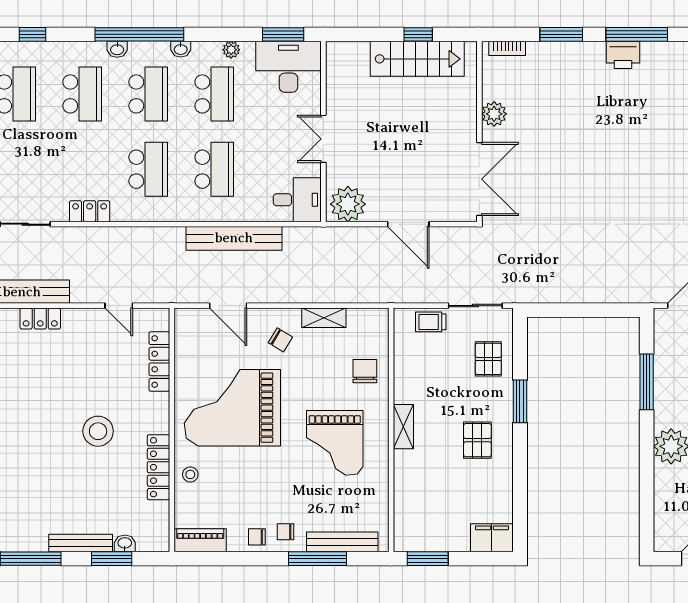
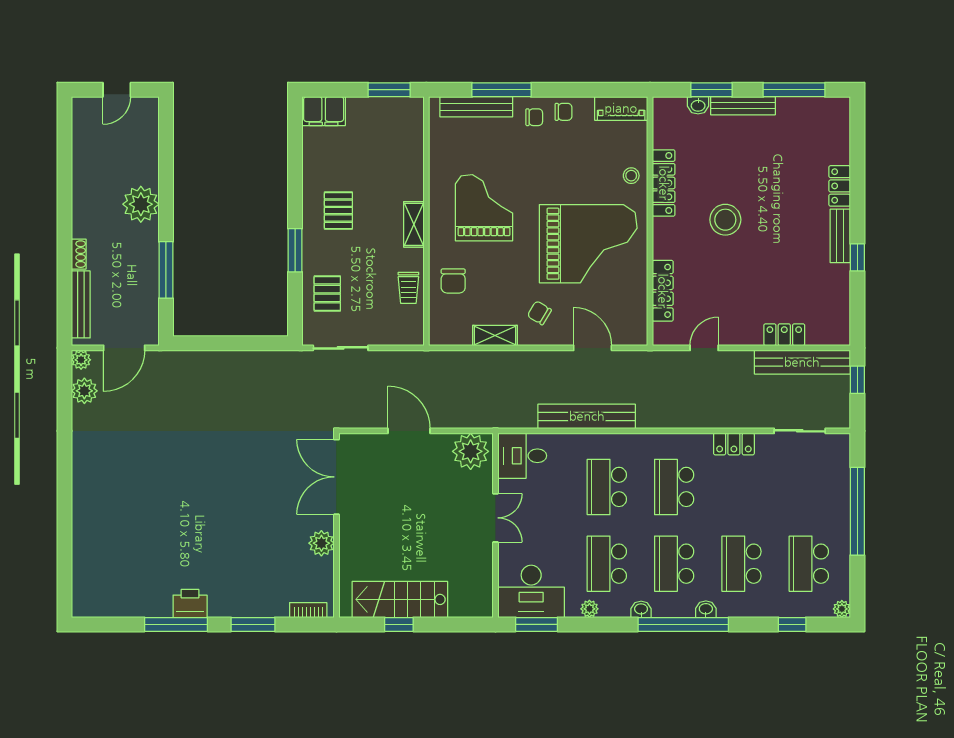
door: (119, 306) -> (704, 348), hinge flipped
trolley: (431, 322) -> (408, 288), moved, turned 90

